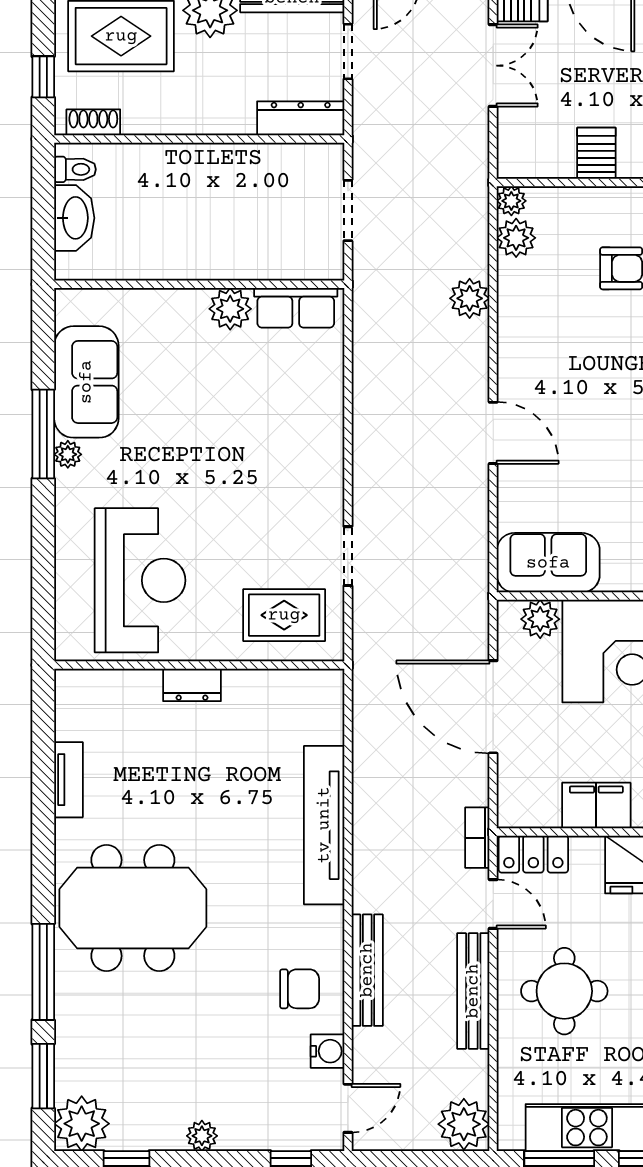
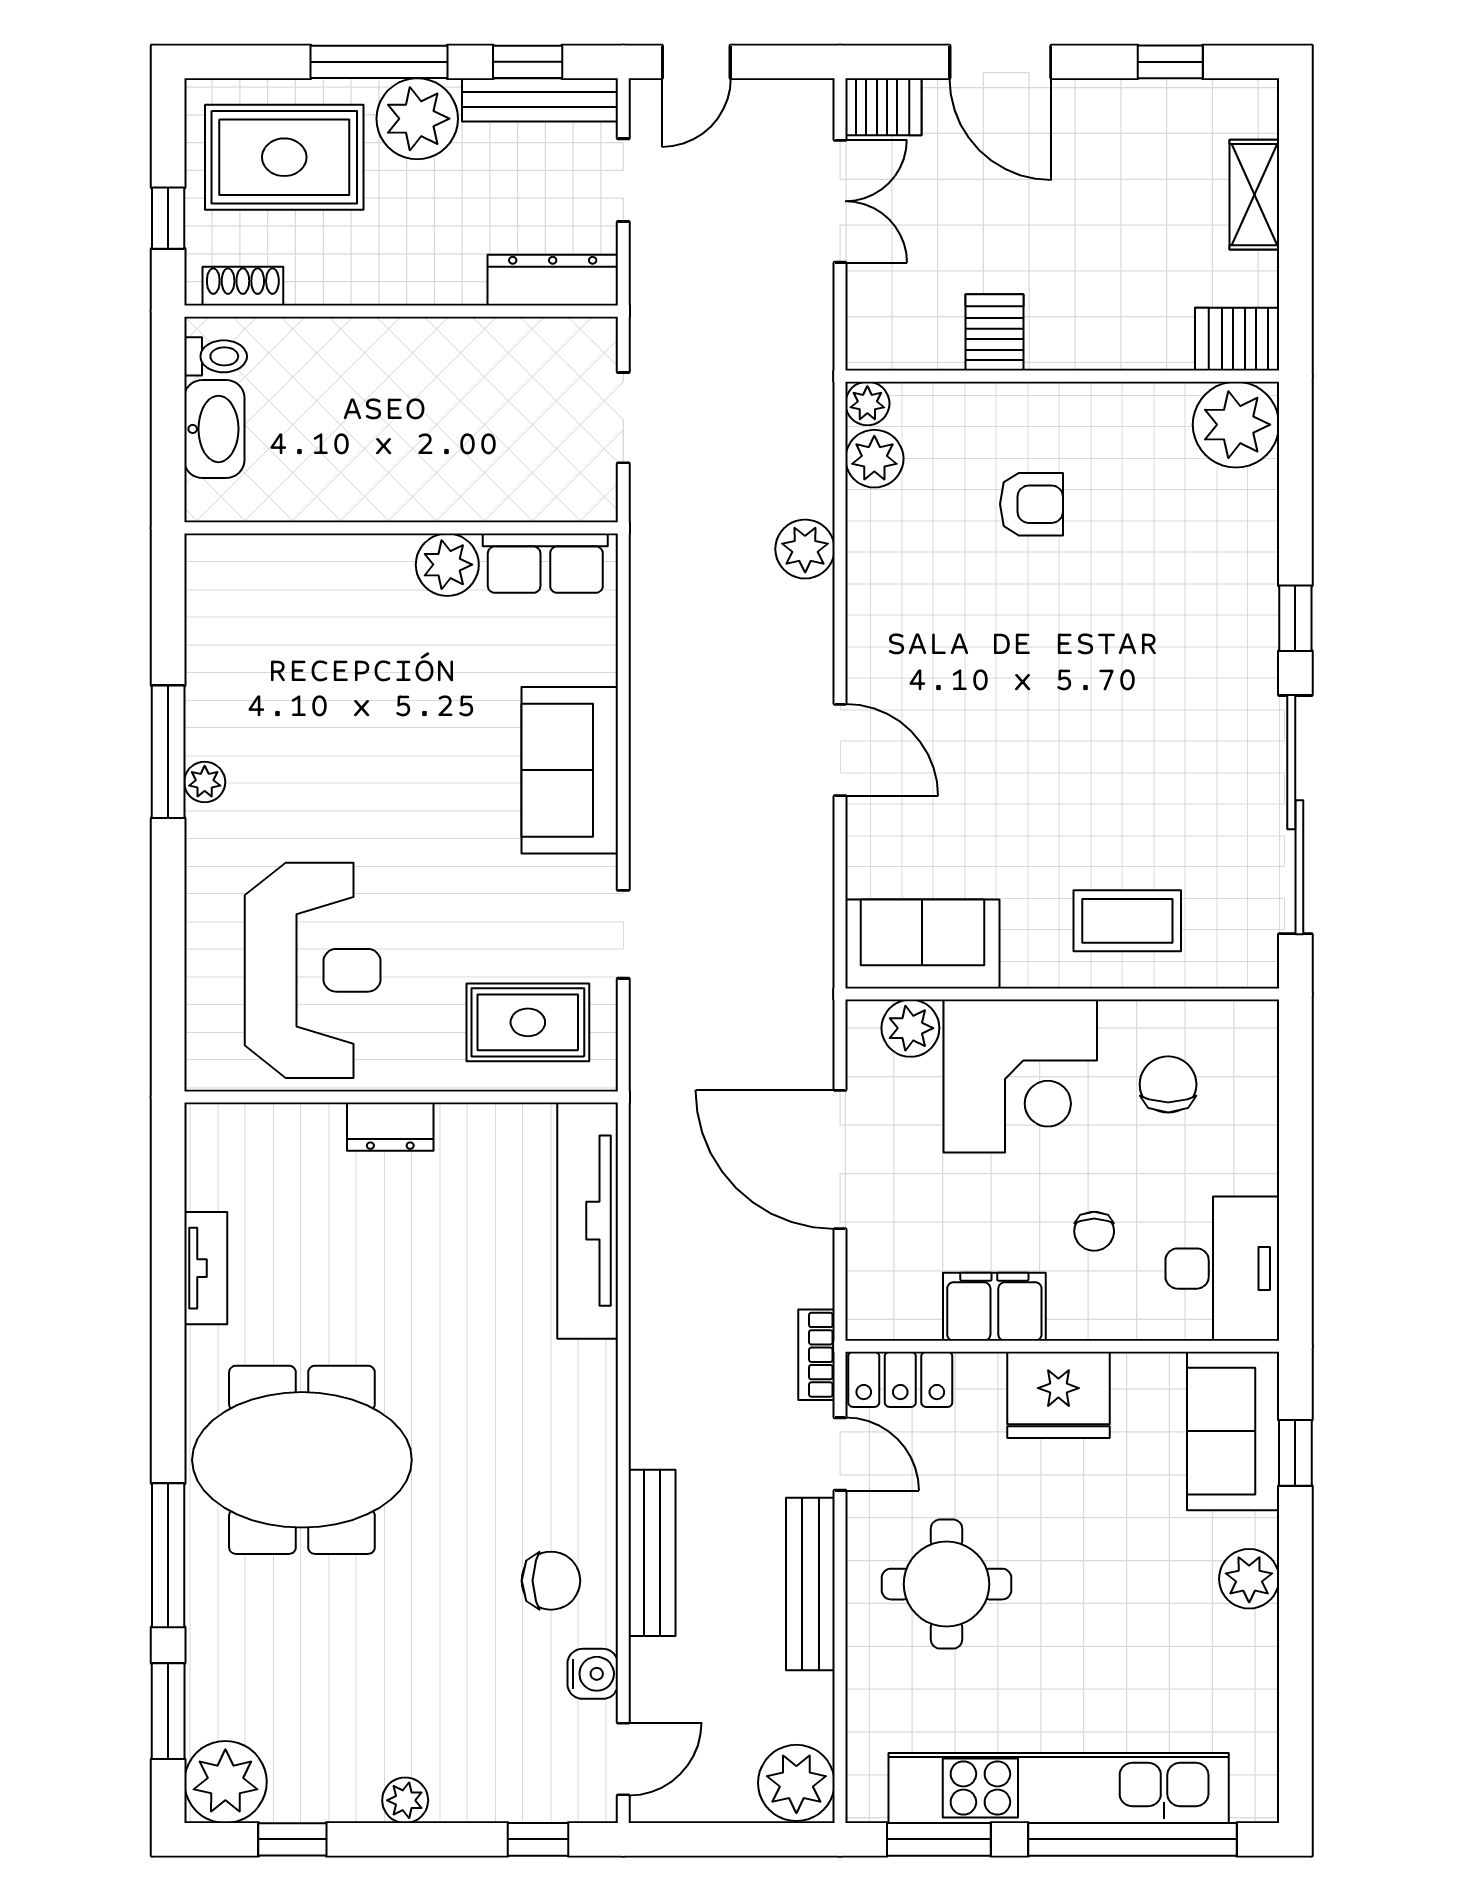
sofa: (86, 382) -> (570, 770), moved, turned 180
tv unit: (324, 825) -> (588, 1221), moved

